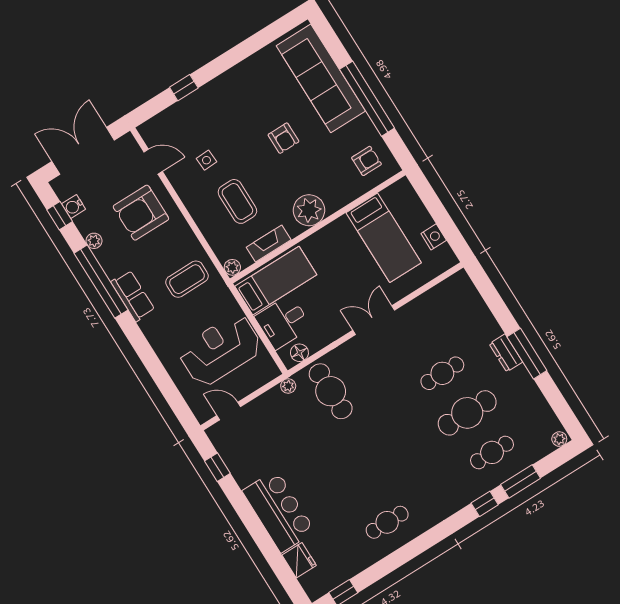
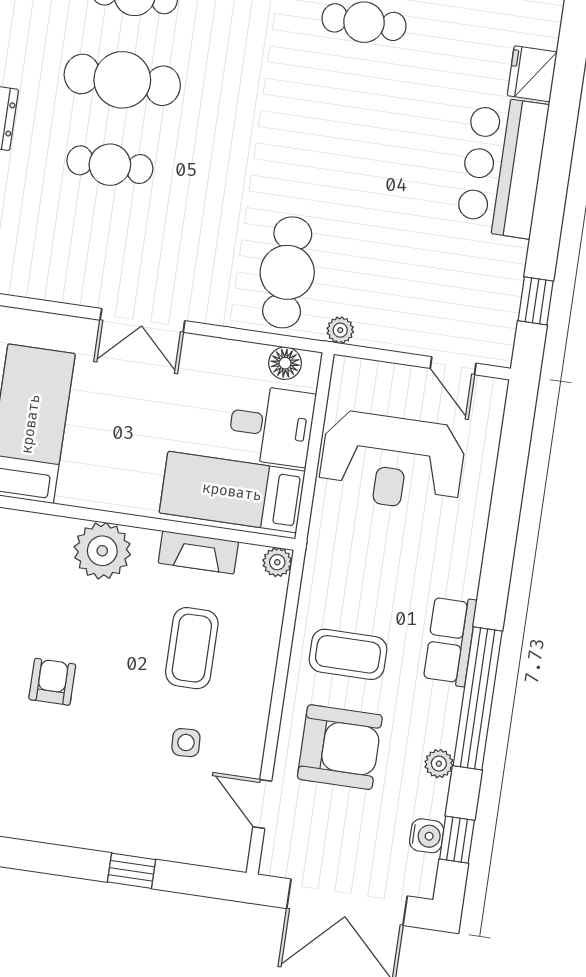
coffee table: (187, 279) -> (348, 654), moved

